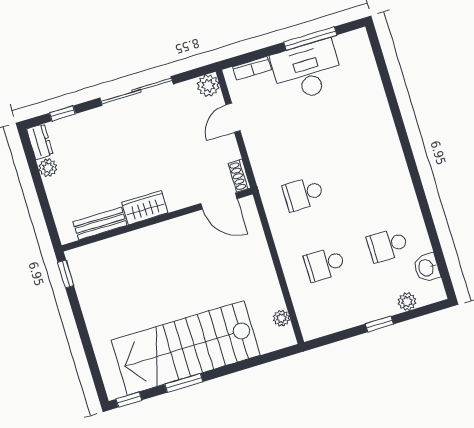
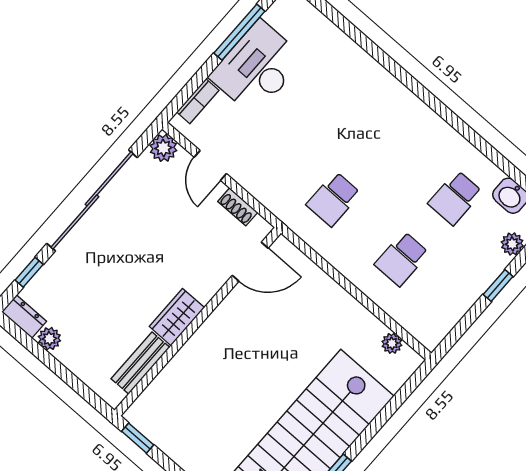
sliding door: (137, 91) -> (92, 200), width x1.36
shoe rack: (239, 176) -> (238, 207), moved

